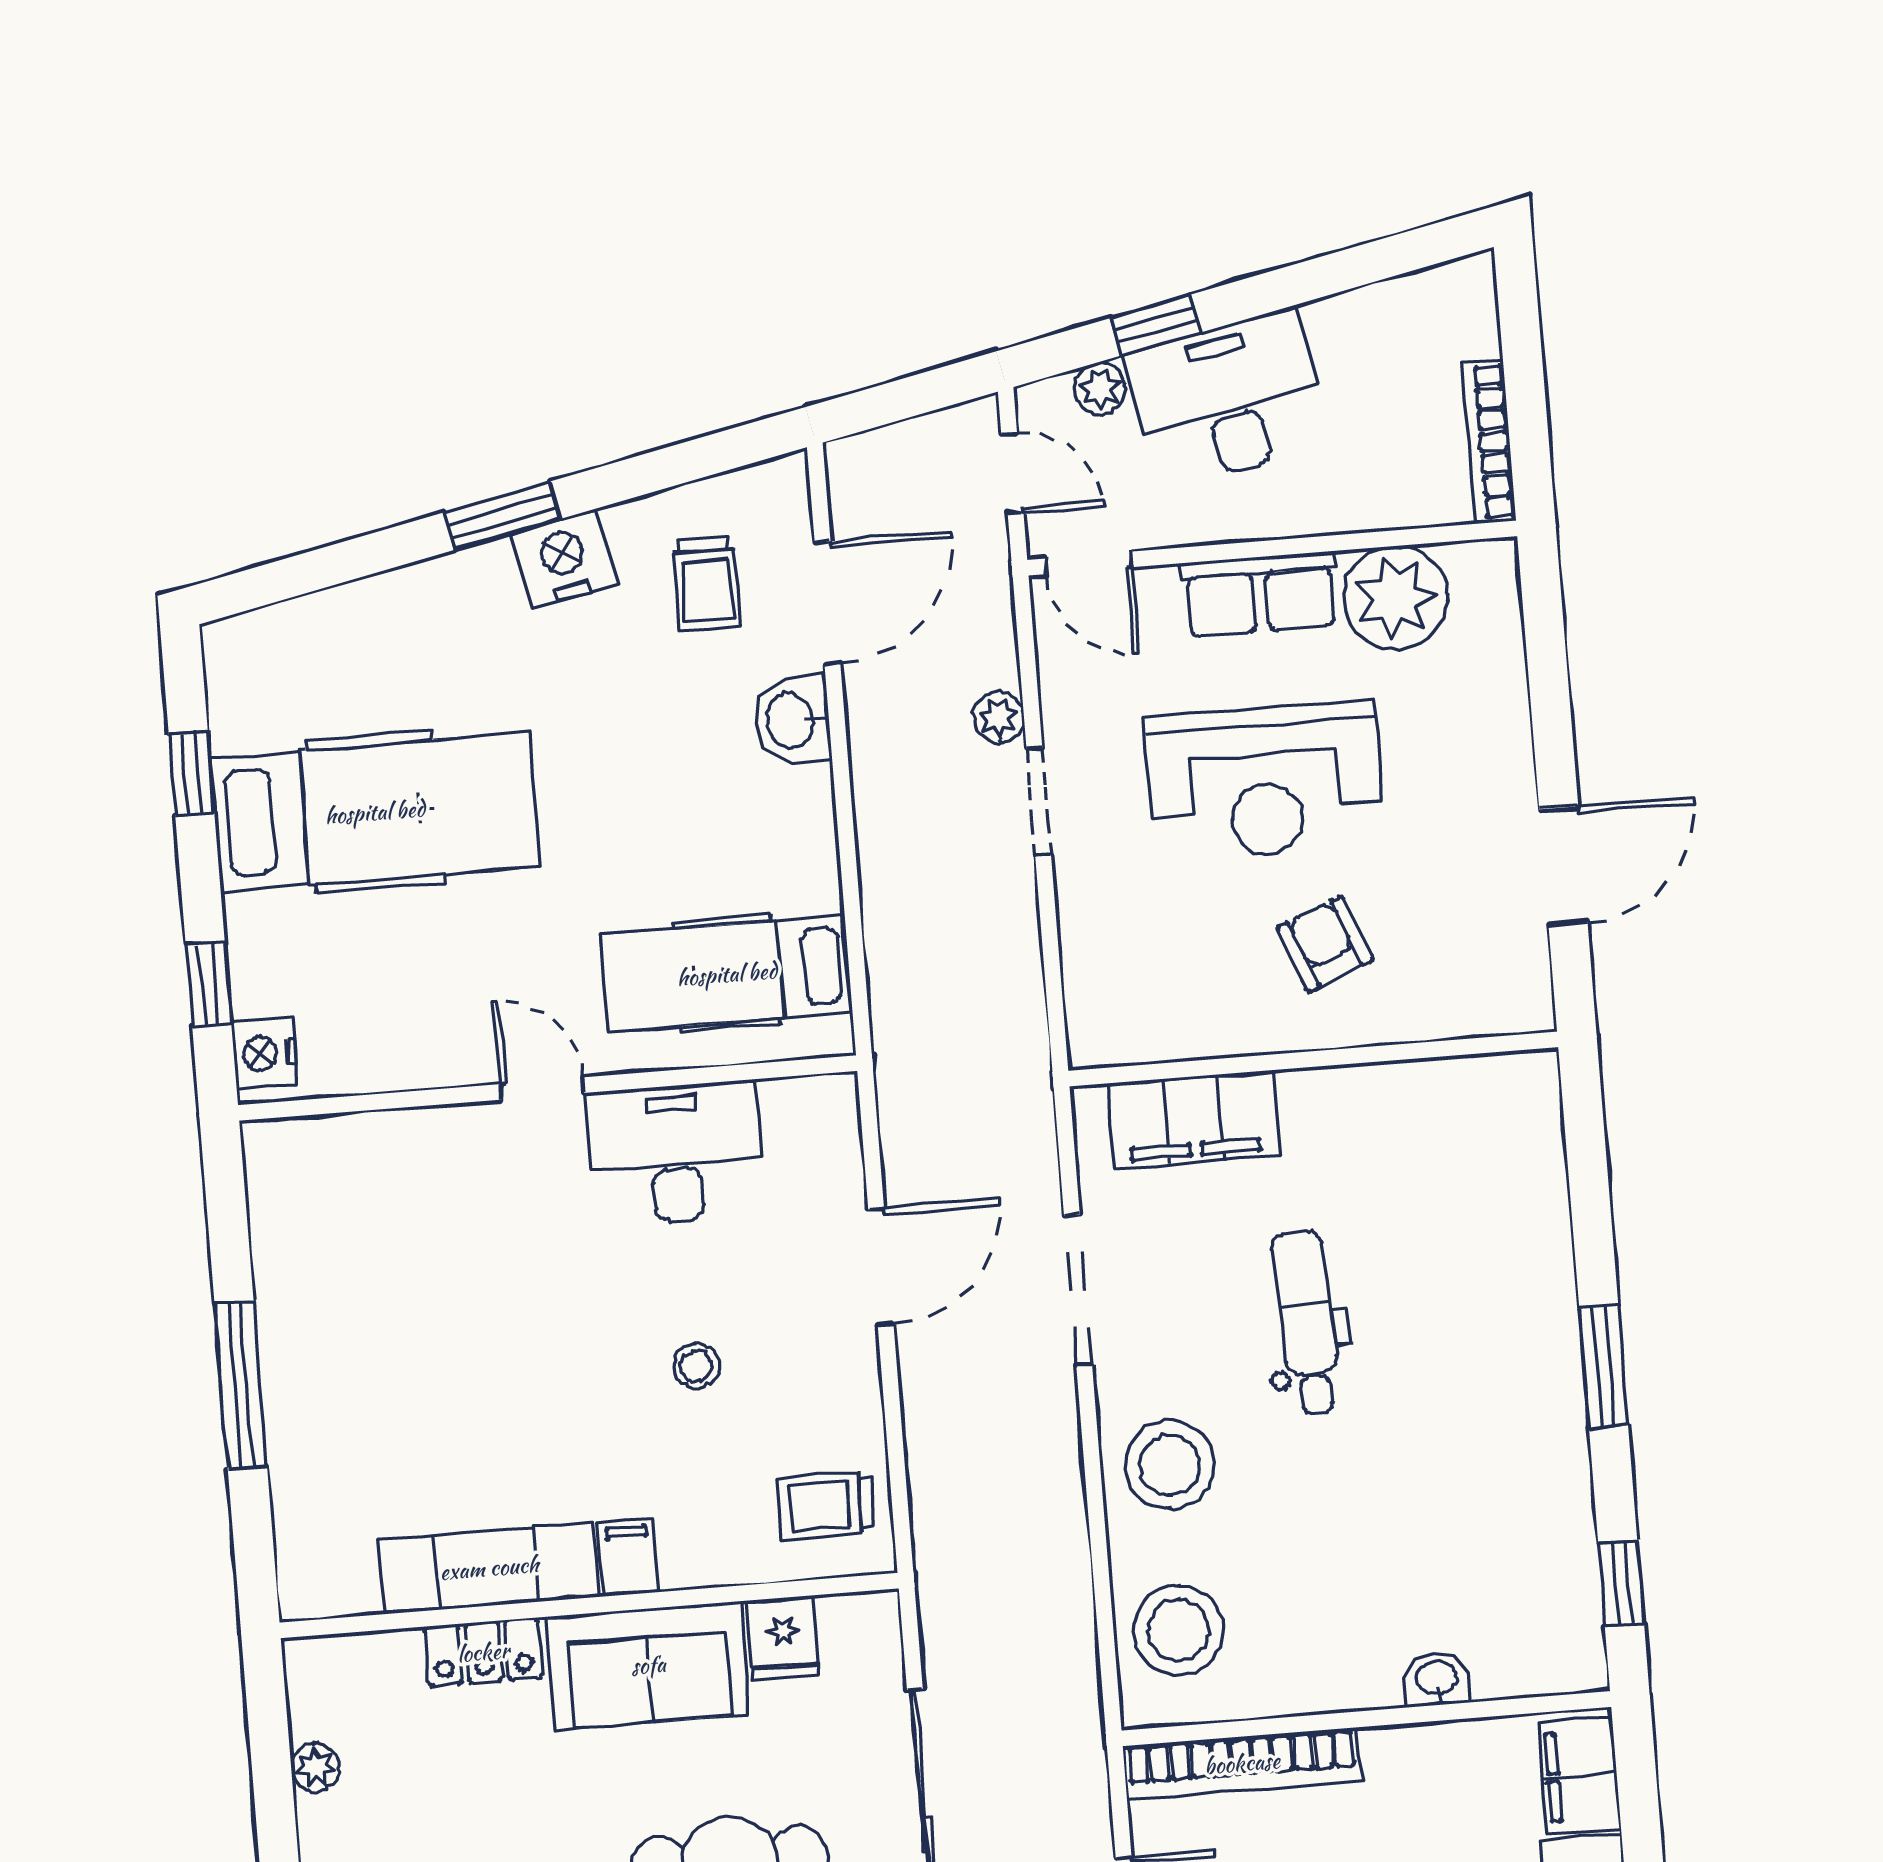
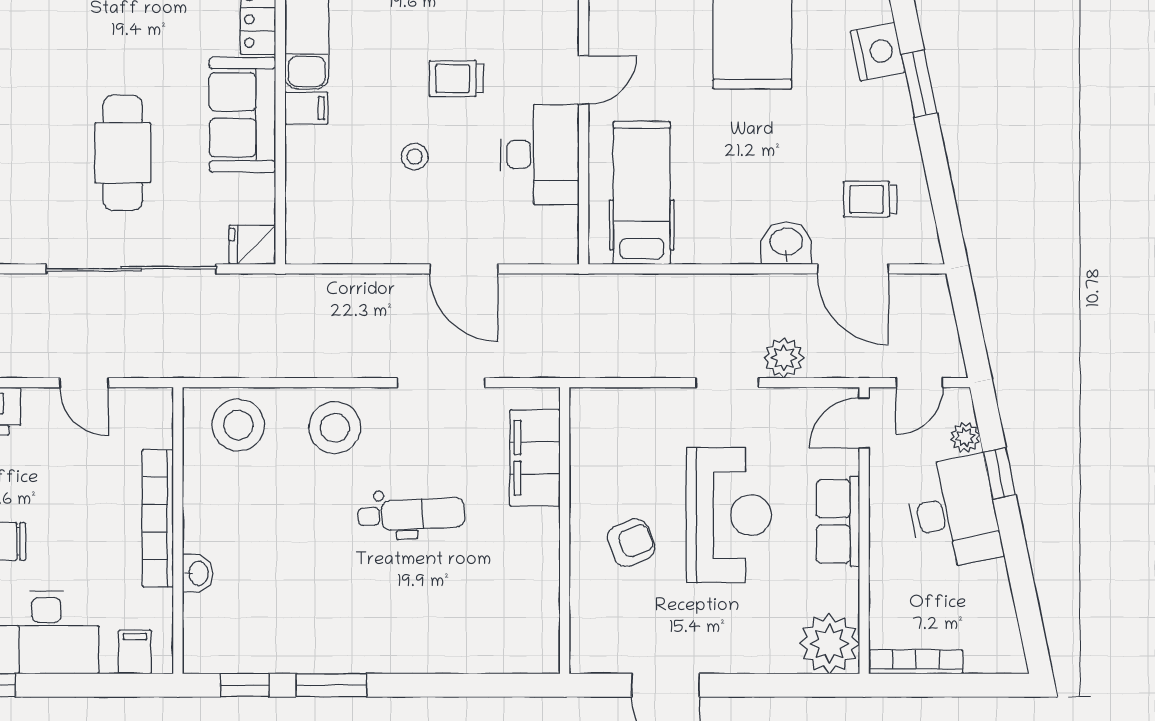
nightstand: (564, 559) -> (878, 52), moved
plant: (1395, 598) -> (829, 644), moved
plant: (999, 717) -> (784, 358), width x1.38, depth x1.38
reception desk: (1265, 781) -> (729, 515), turned 180
window: (1604, 1366) -> (332, 685), moved
trolley: (826, 1506) -> (456, 79), moved, turned -90
fridge: (784, 1638) -> (252, 245), moved
bookcase: (1242, 1763) -> (158, 518), moved
filing cabinet: (1579, 1776) -> (135, 652), width x0.50

